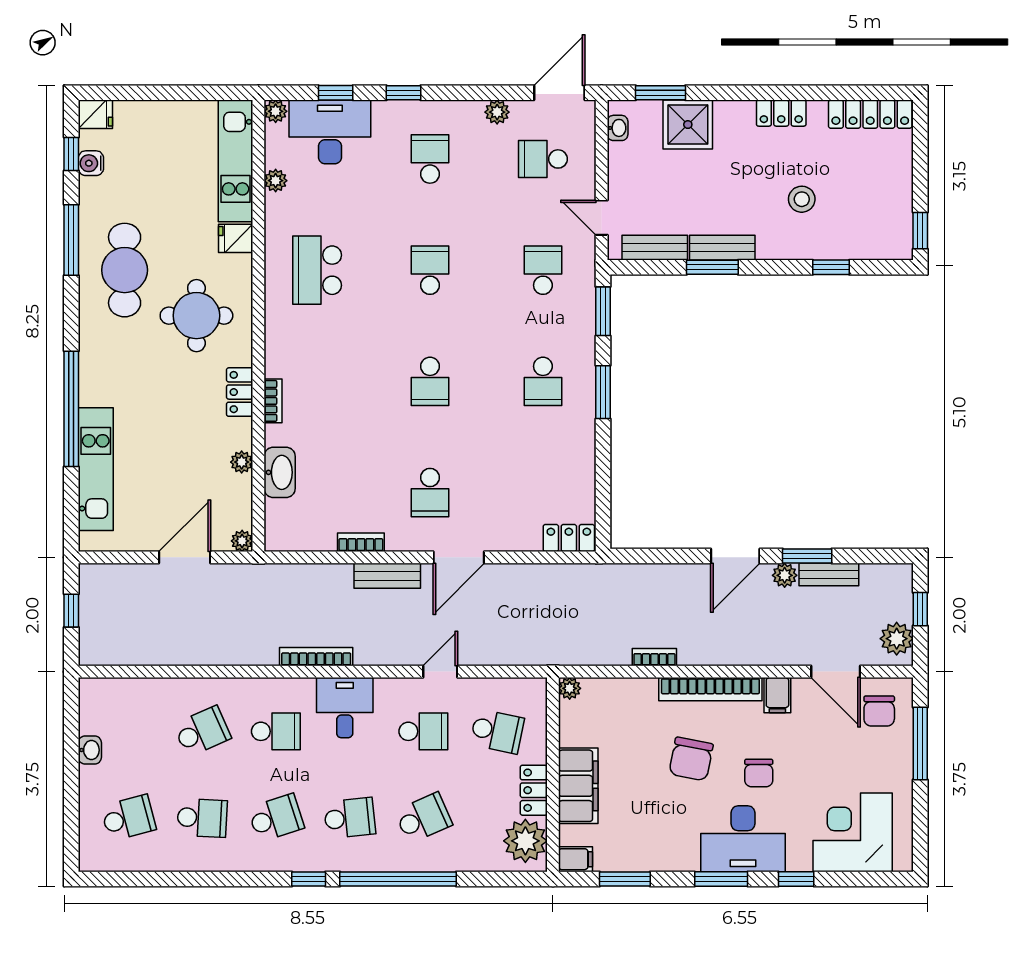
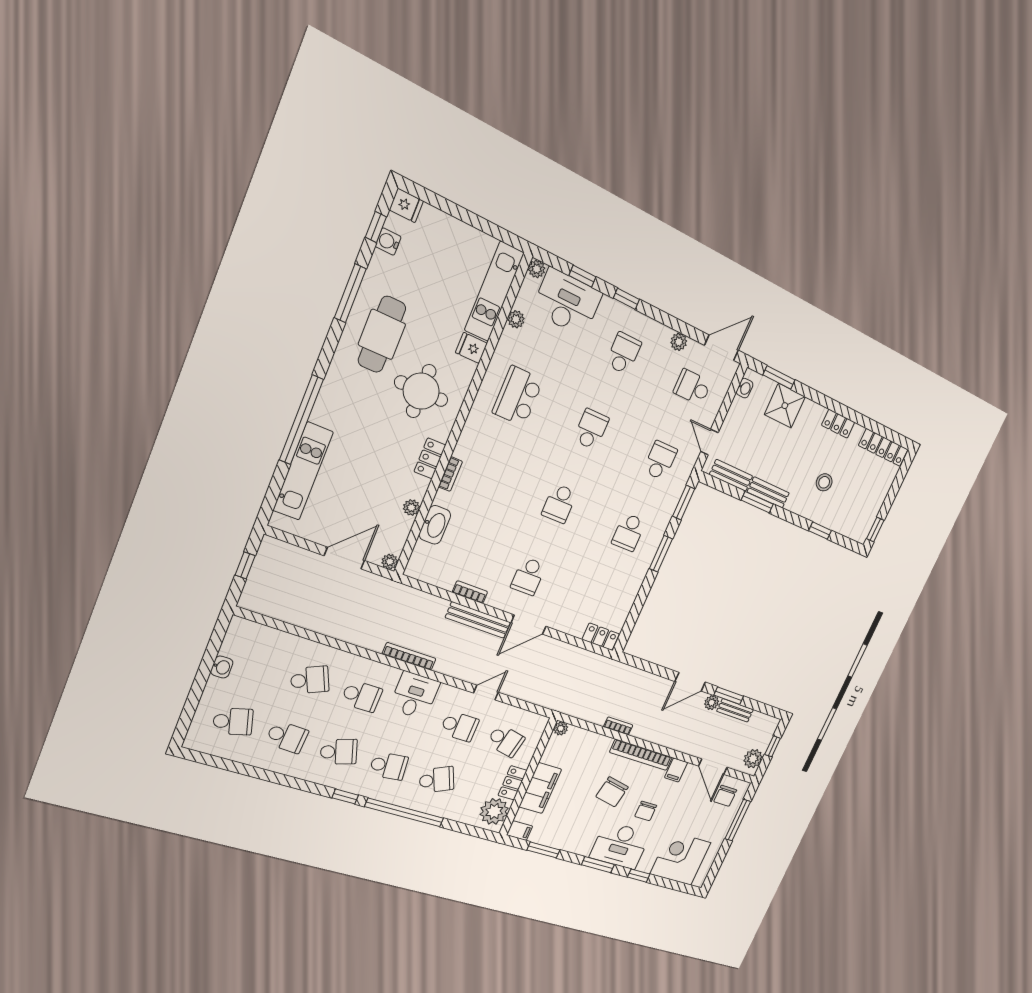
bench: (387, 576) -> (478, 620), width x1.36

